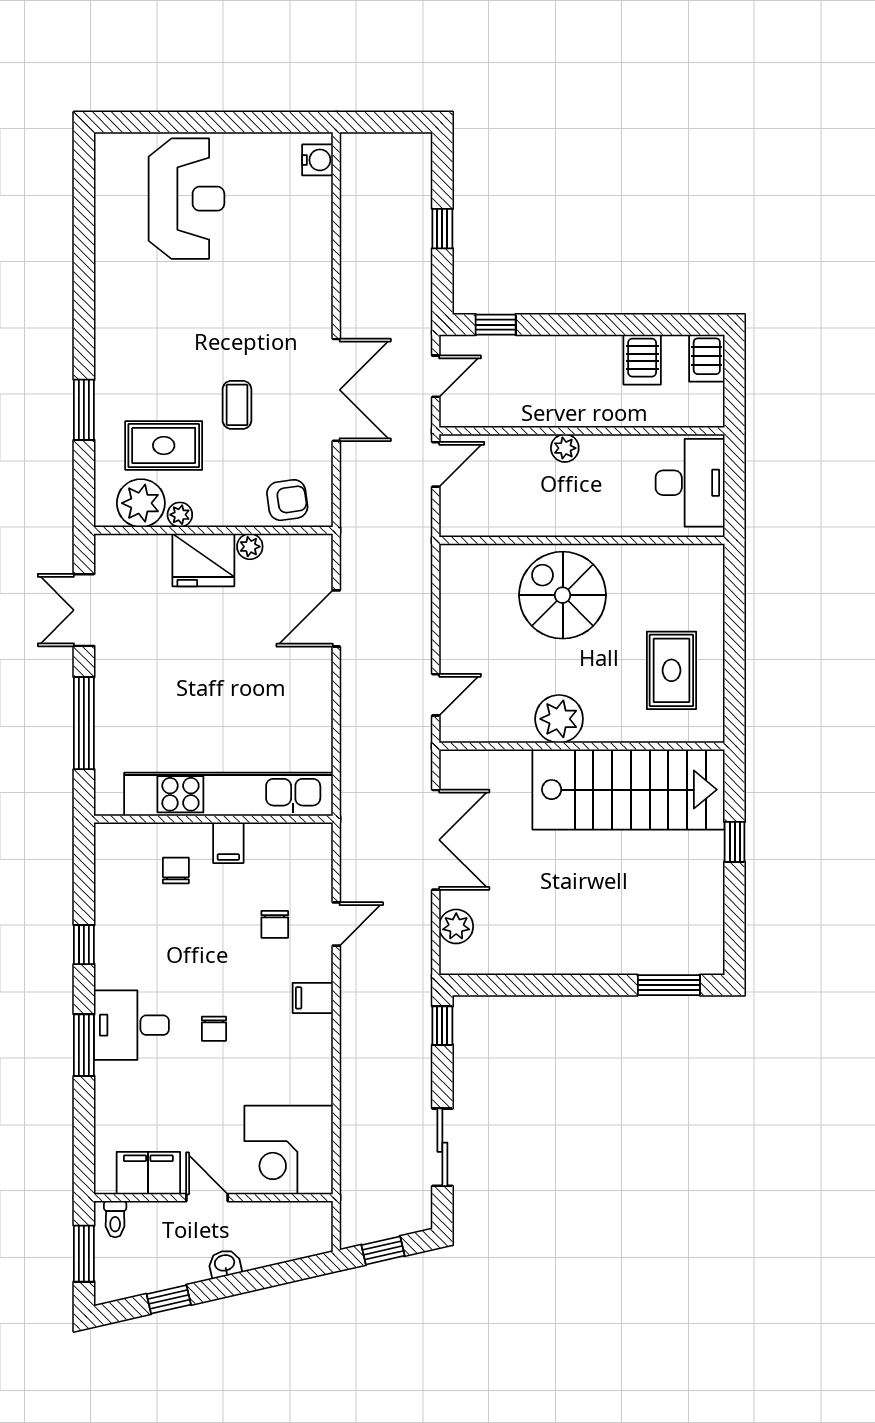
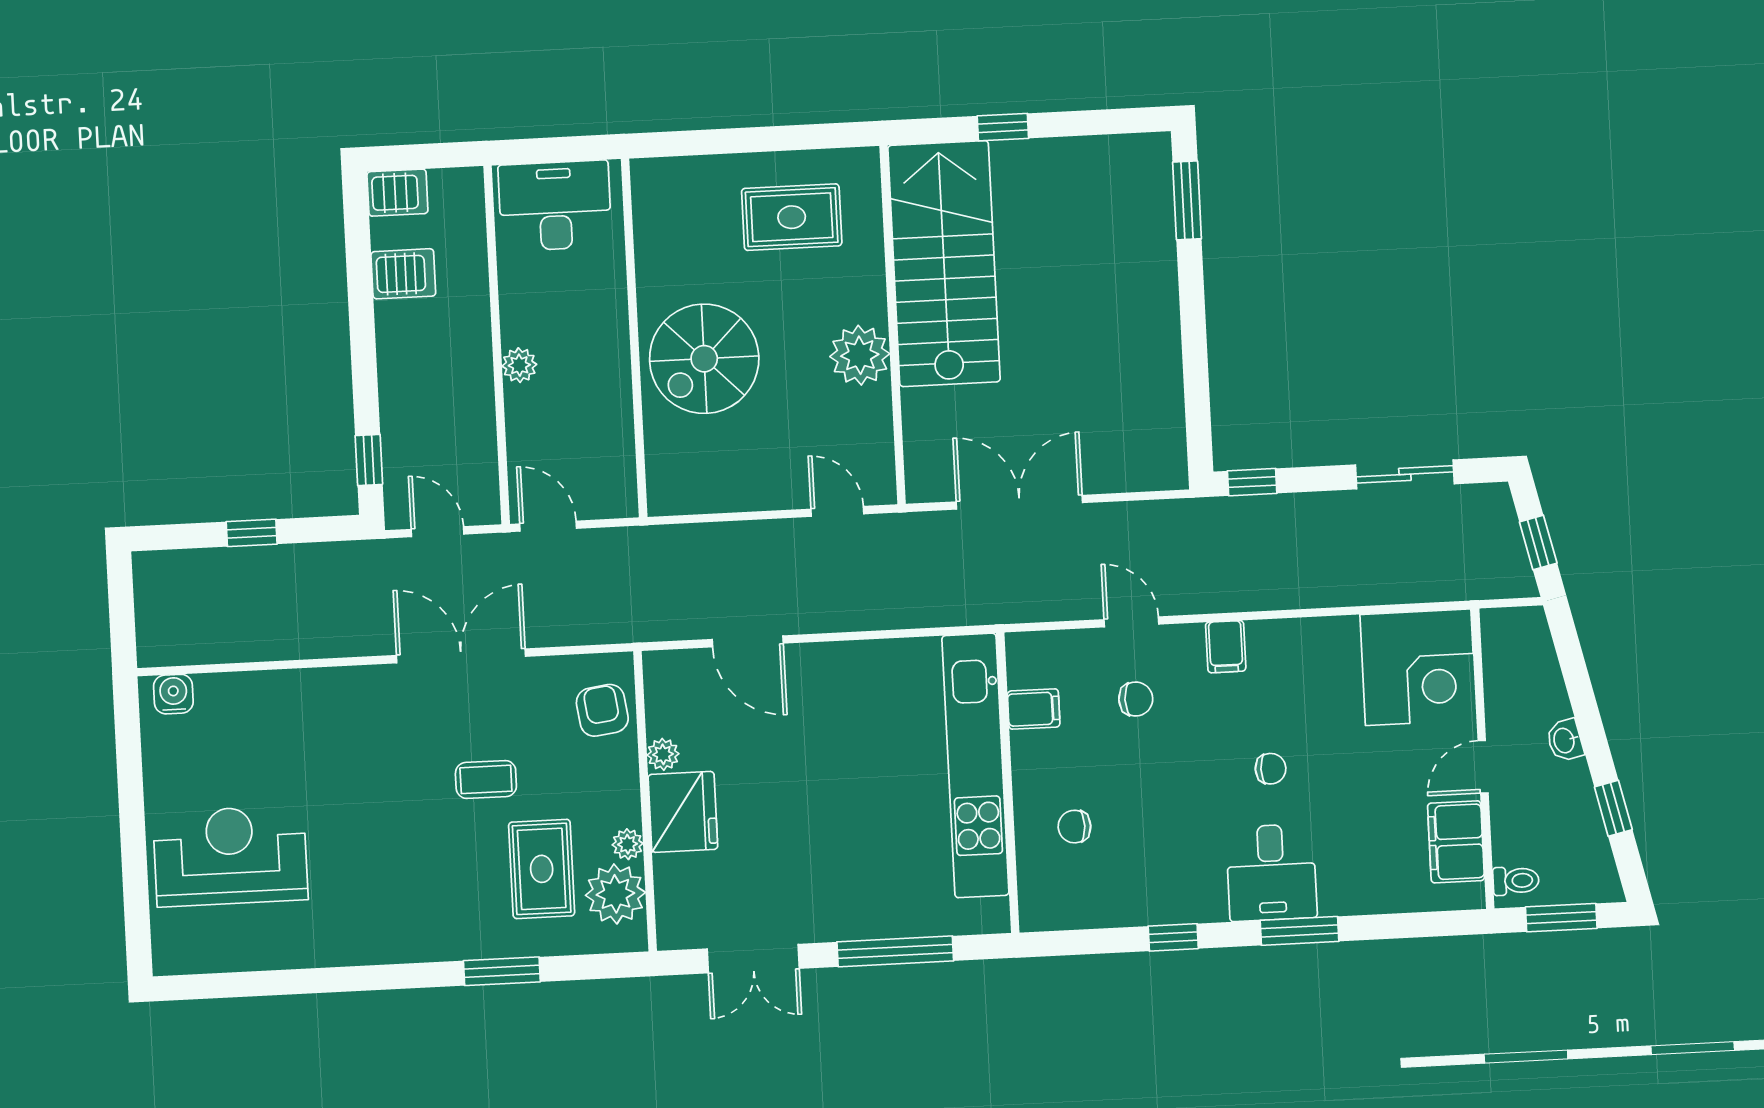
filing cabinet: (228, 843) -> (1034, 709), moved
plant: (456, 926) -> (1127, 471), removed

